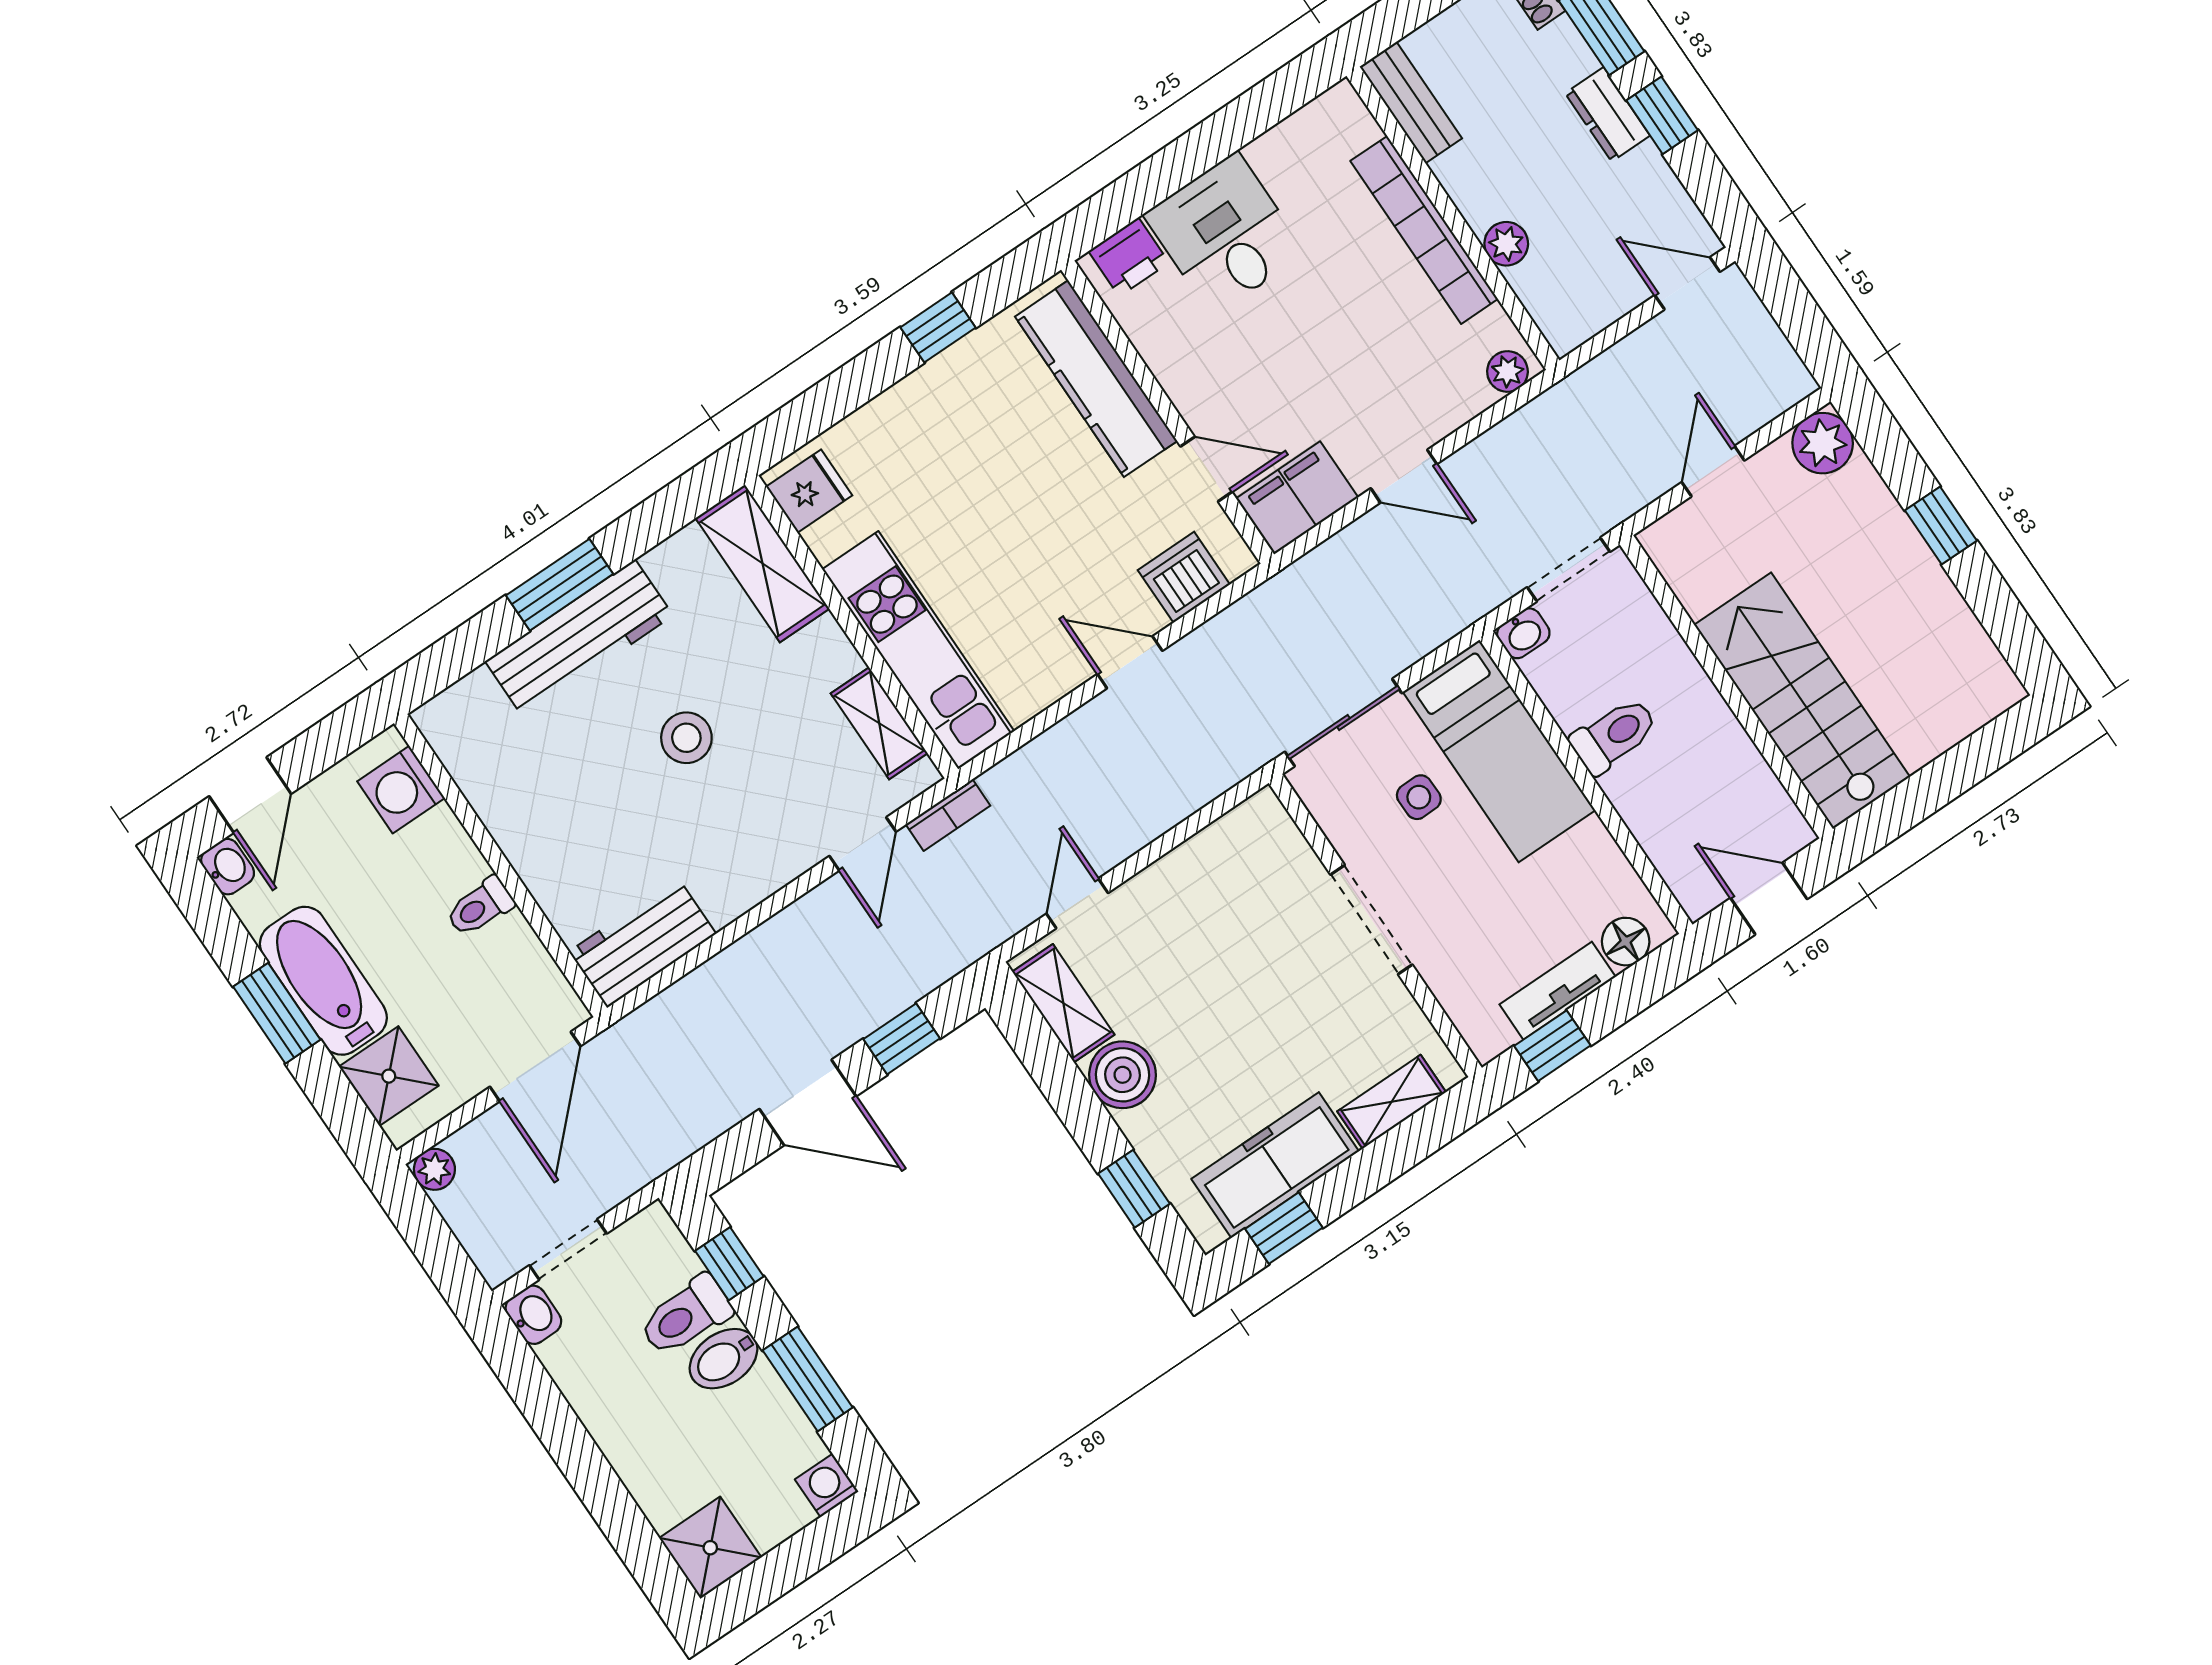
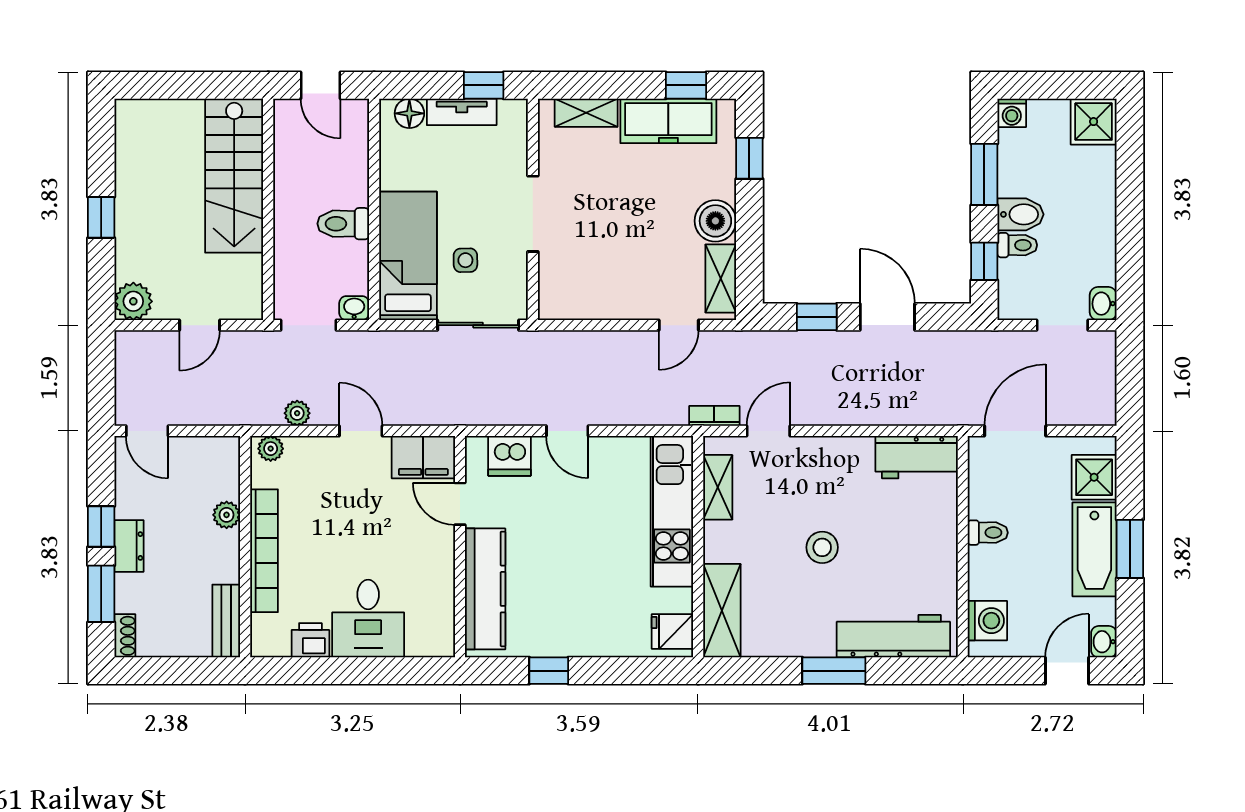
printer: (1129, 257) -> (310, 640), moved
workbench: (579, 638) -> (893, 636), moved
plant: (434, 1169) -> (297, 413), moved
toilet: (686, 1316) -> (1017, 245), width x0.73, depth x0.72

